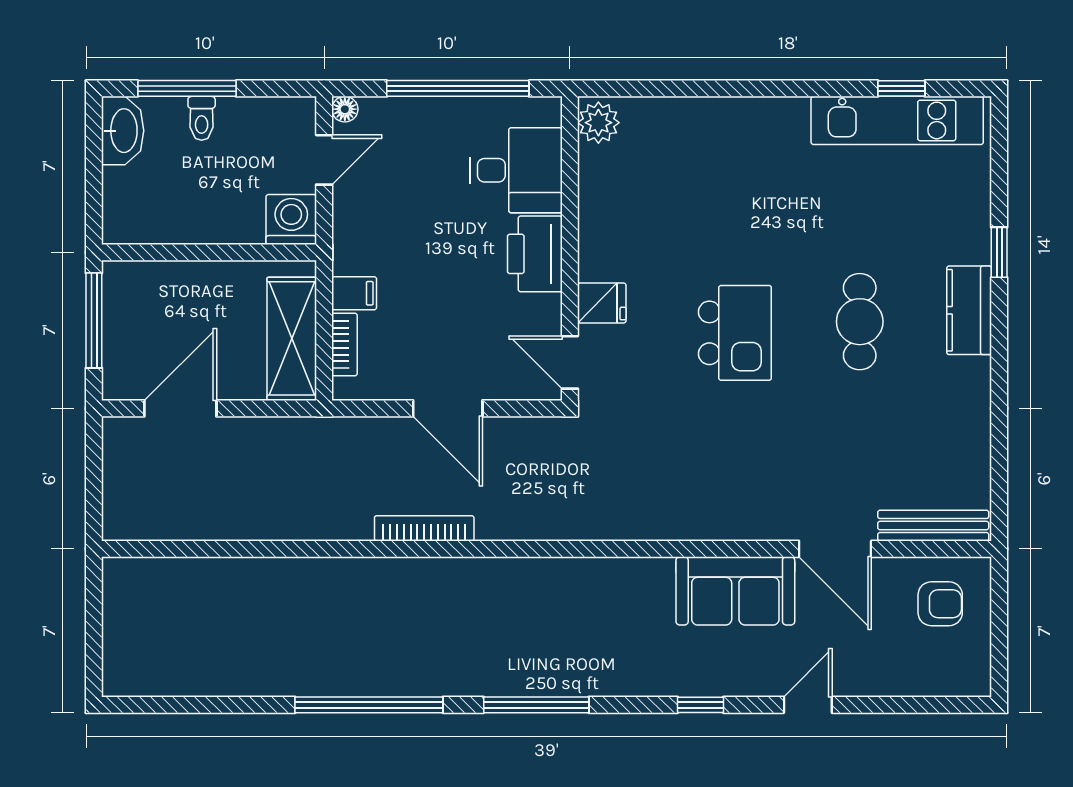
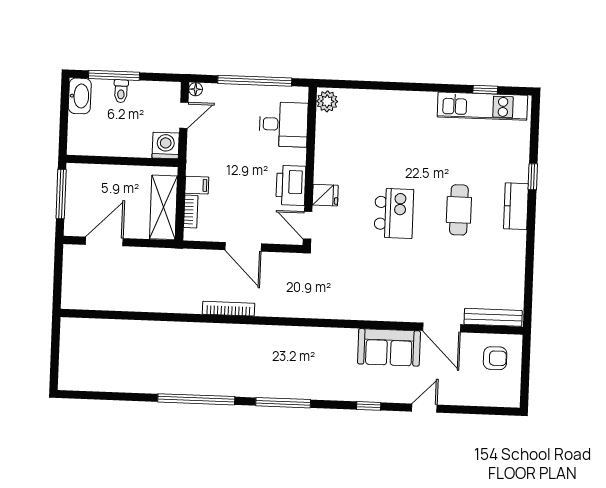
printer: (535, 254) -> (291, 185), moved

